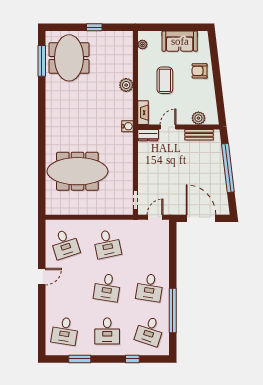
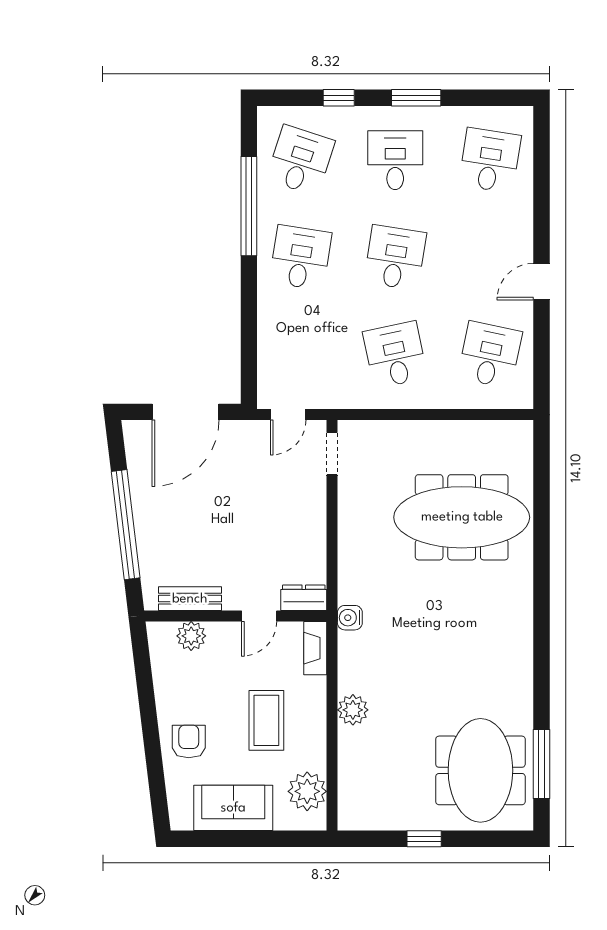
plant: (142, 45) -> (307, 791), width x1.88, depth x1.88
armchair: (200, 71) -> (189, 741), turned -90
door: (201, 218) -> (186, 412), hinge flipped
desk: (65, 244) -> (490, 355), turned 30
window: (80, 359) -> (416, 98), moved

